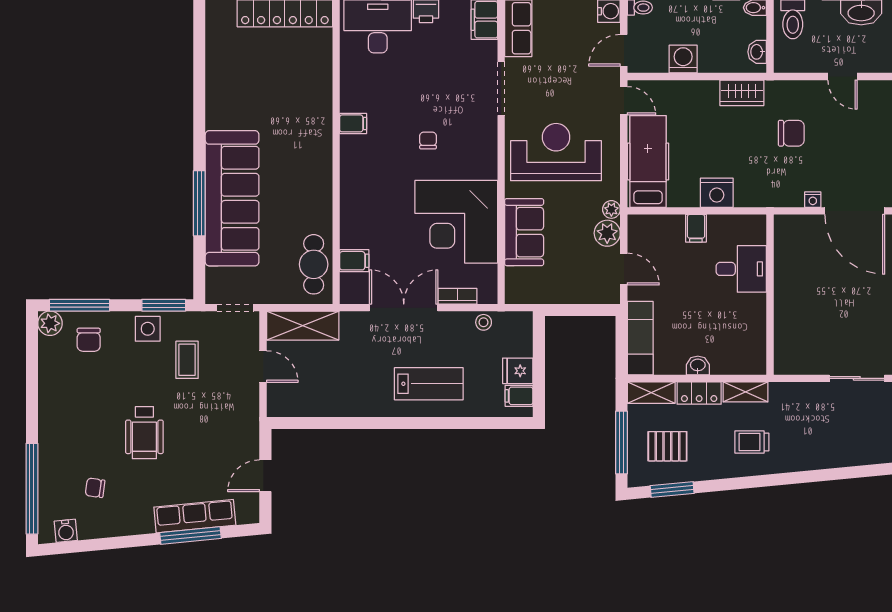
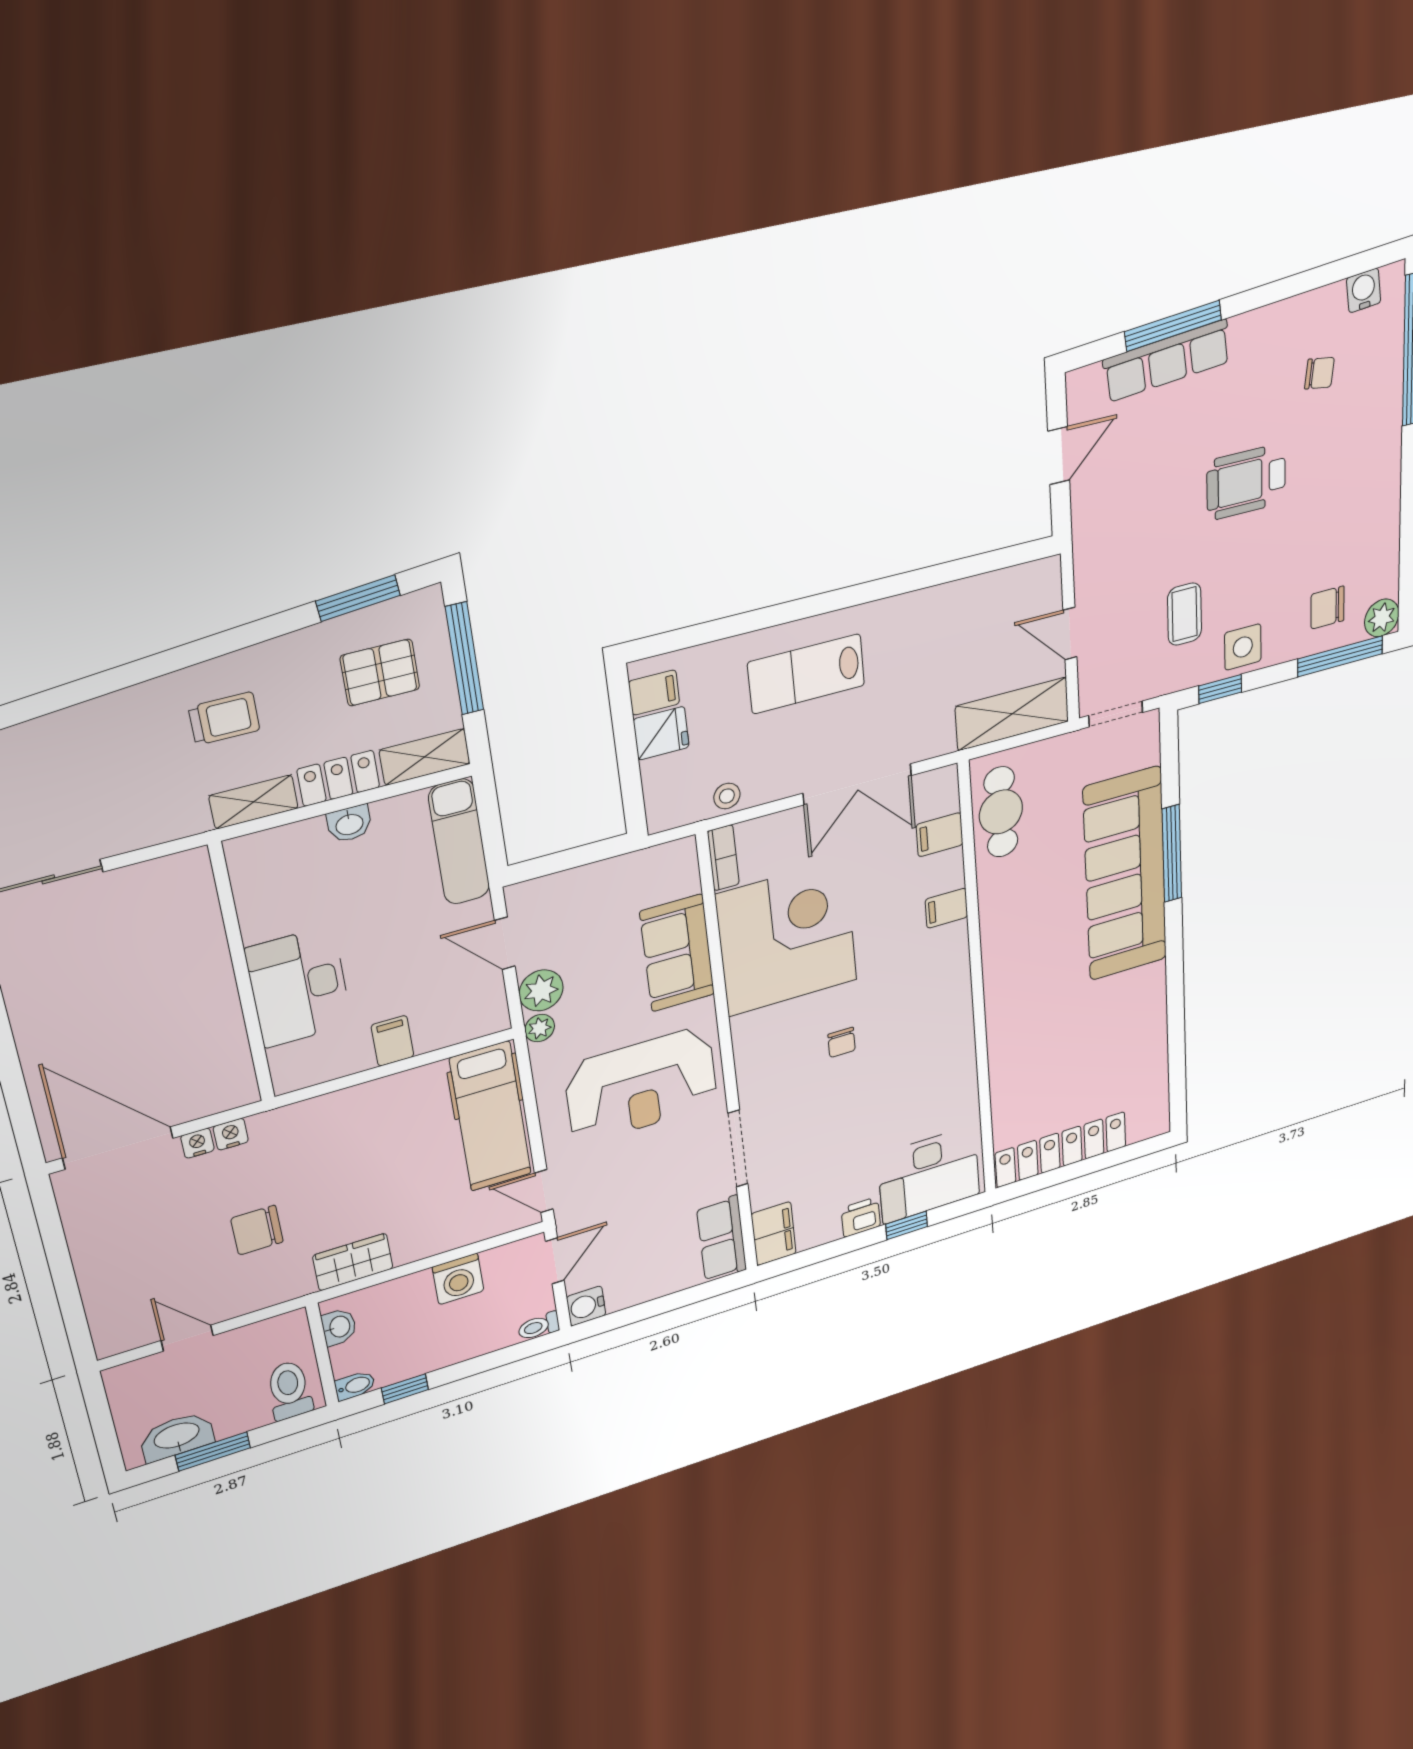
filing cabinet: (353, 123) -> (946, 908), moved
nightstand: (717, 193) -> (231, 1134), moved, width x0.53, depth x0.56
desk: (741, 269) -> (299, 987), width x1.37
bookcase: (457, 296) -> (723, 858), moved, turned -90
window: (164, 305) -> (1220, 689), width x0.67
chair: (89, 340) -> (1327, 607), turned -90
wheelchair: (144, 433) -> (1246, 482), turned -90

